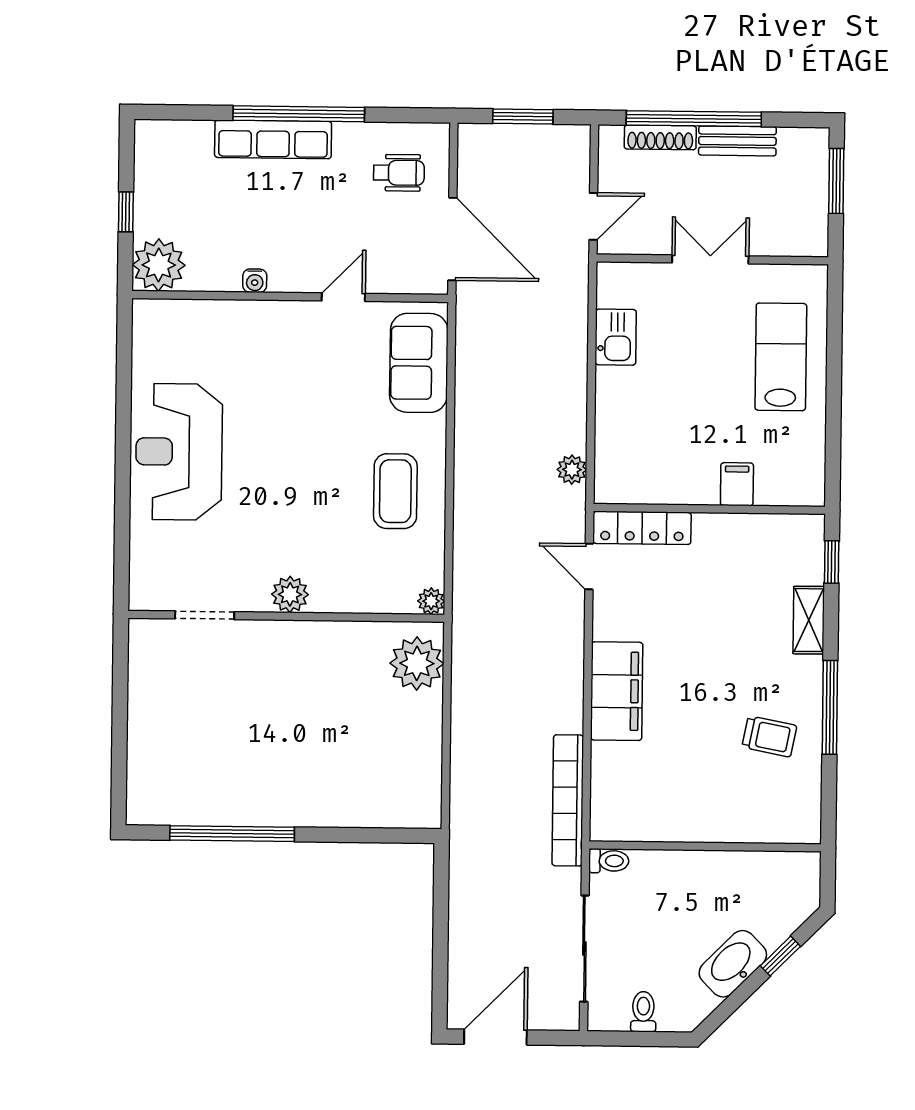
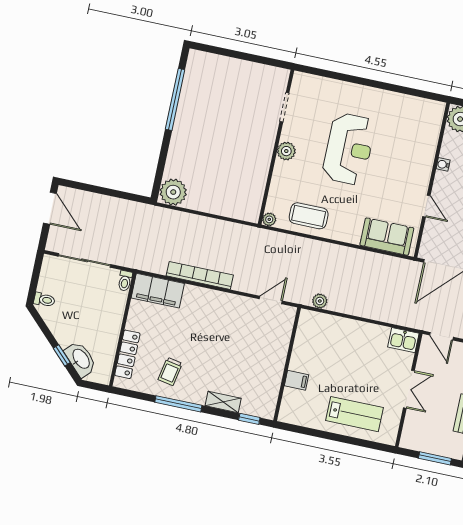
kitchen sink: (616, 337) -> (403, 340), moved
reception desk: (179, 452) -> (349, 149), moved, turned 90
coffee table: (395, 491) -> (309, 216), moved
locker: (642, 528) -> (127, 354), moved, turned 180
plant: (417, 663) -> (173, 192), moved
filing cabinet: (617, 691) -> (158, 291), moved
bookcase: (568, 800) -> (200, 275), moved
washbasin: (733, 964) -> (81, 359), moved
toilet: (643, 1012) -> (44, 300), moved

